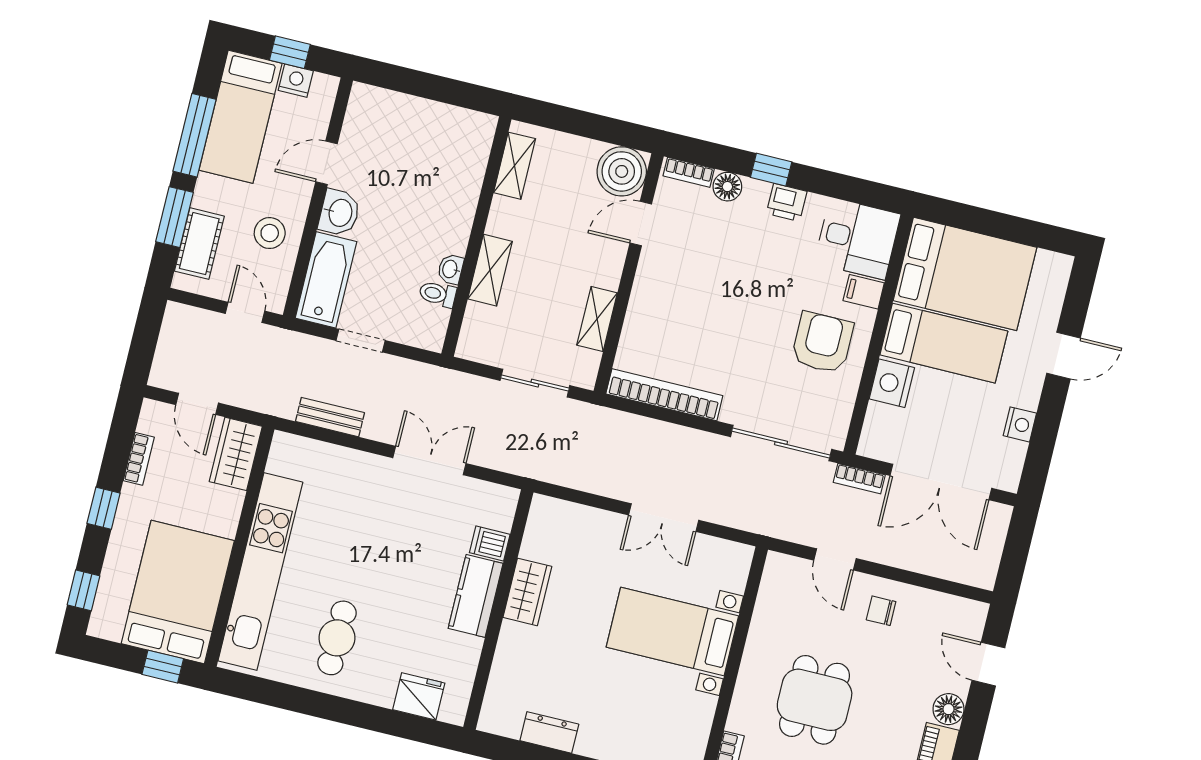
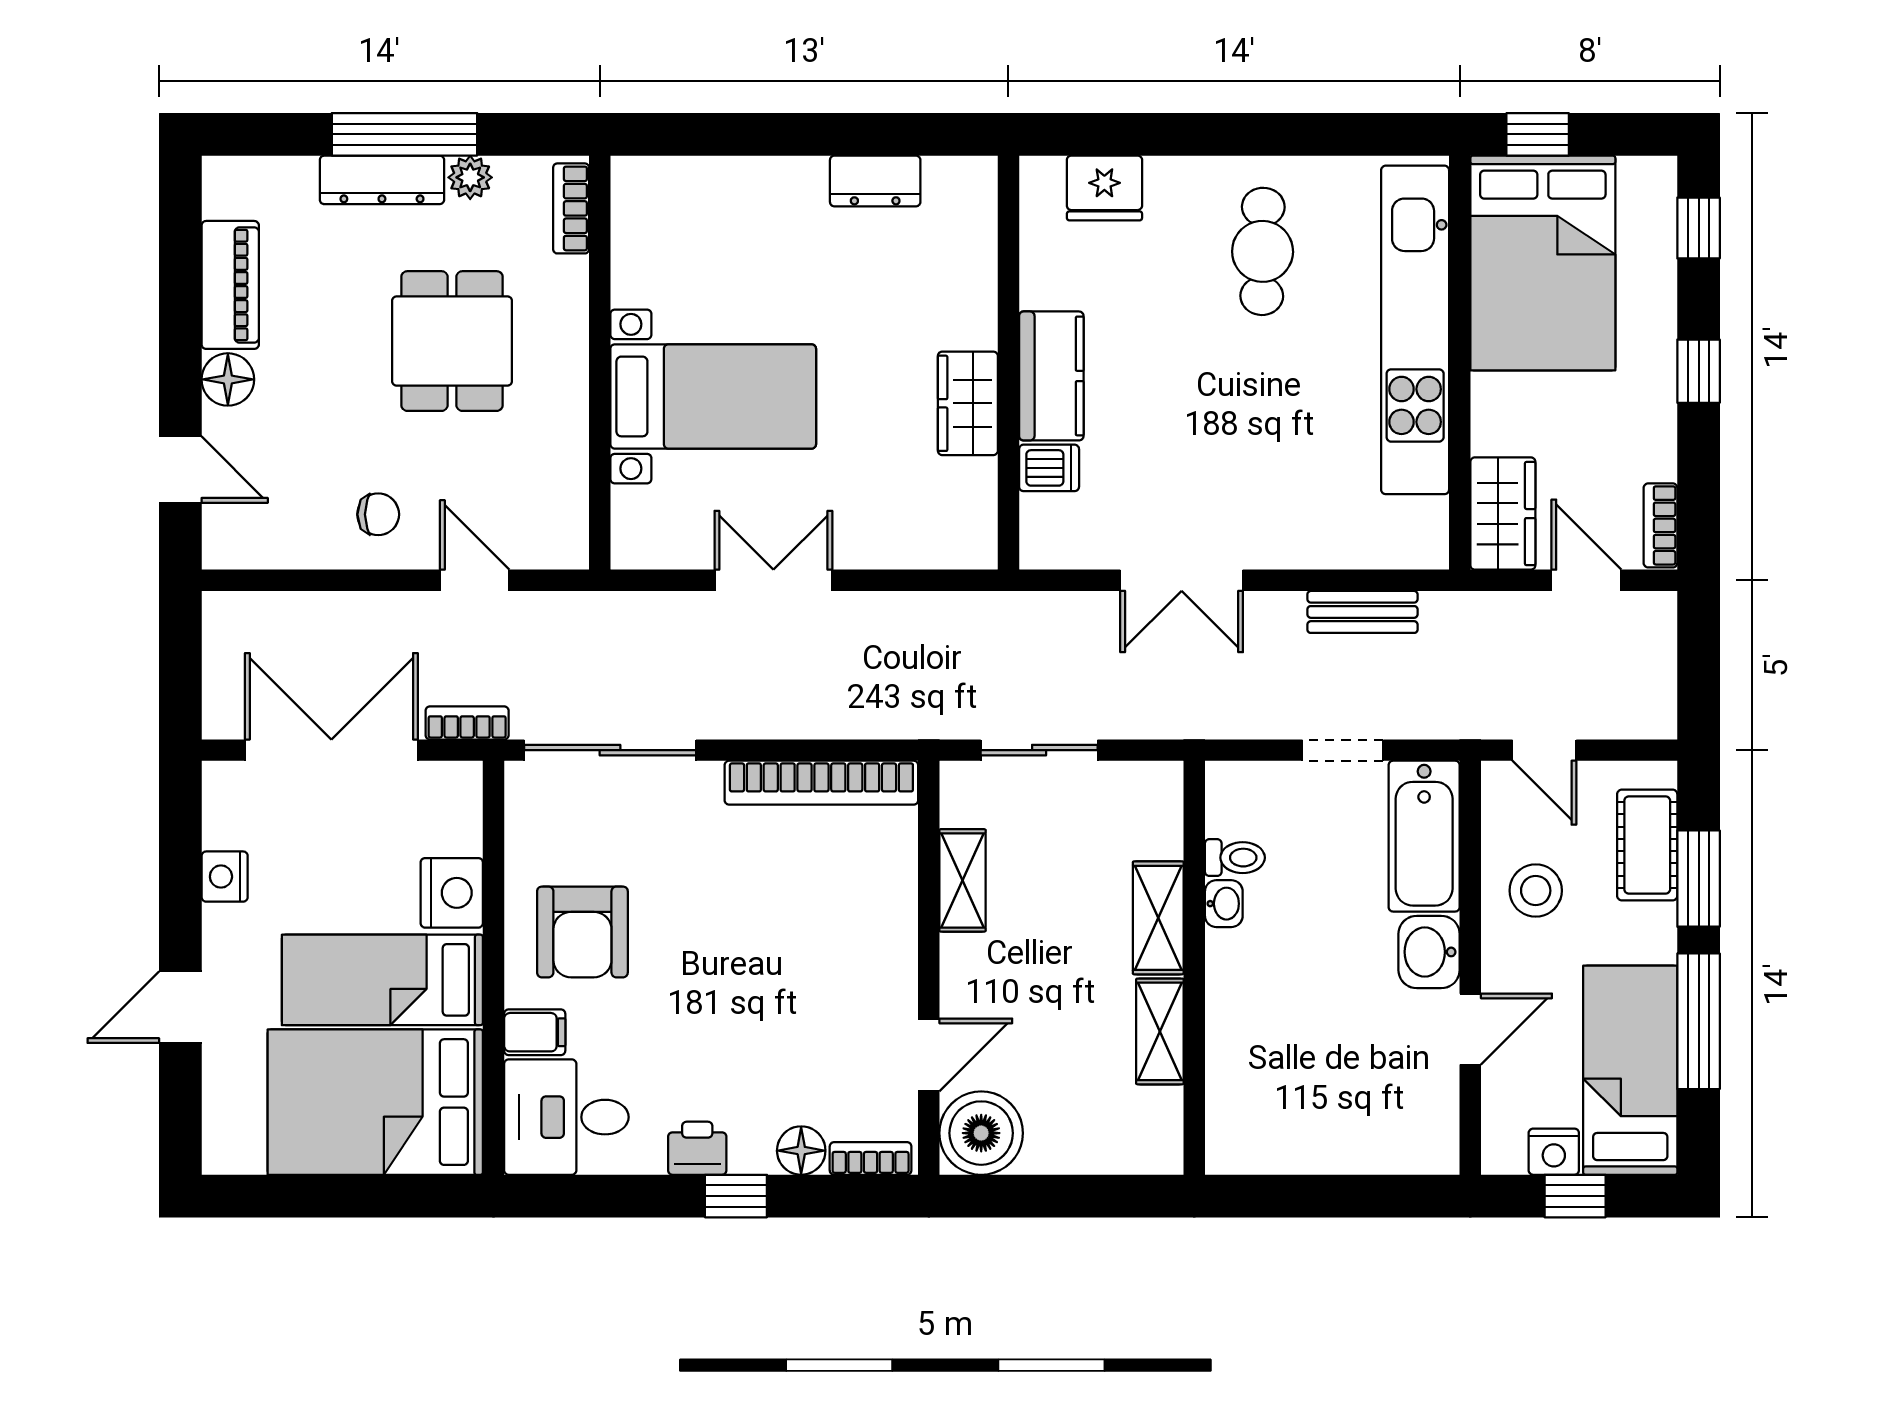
shelving: (515, 166) -> (1160, 1031), moved
bookcase: (139, 459) -> (1660, 525), moved

